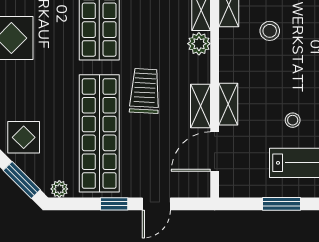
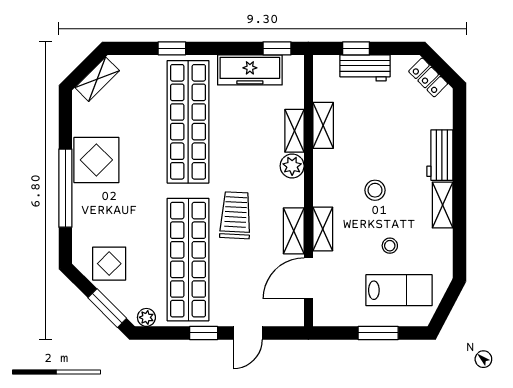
stool: (270, 31) -> (375, 190), moved

